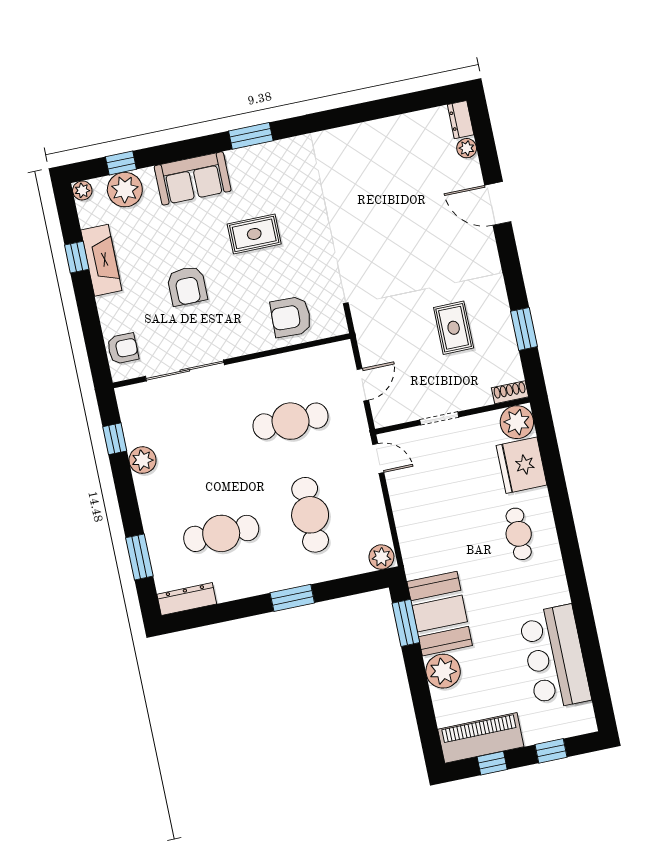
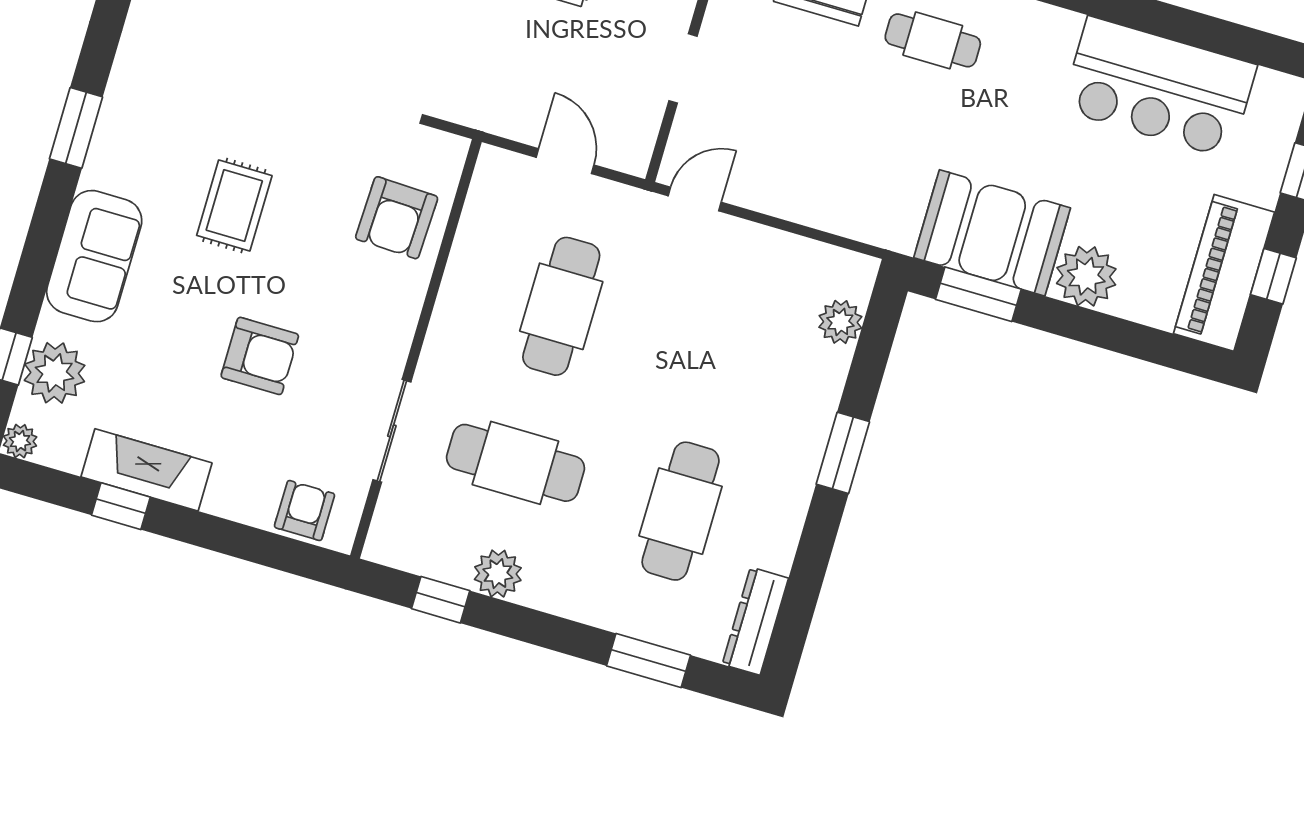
sliding door: (185, 371) -> (392, 431), width x0.73
cafe table: (310, 515) -> (515, 463), moved
plant: (381, 557) -> (840, 322), moved

